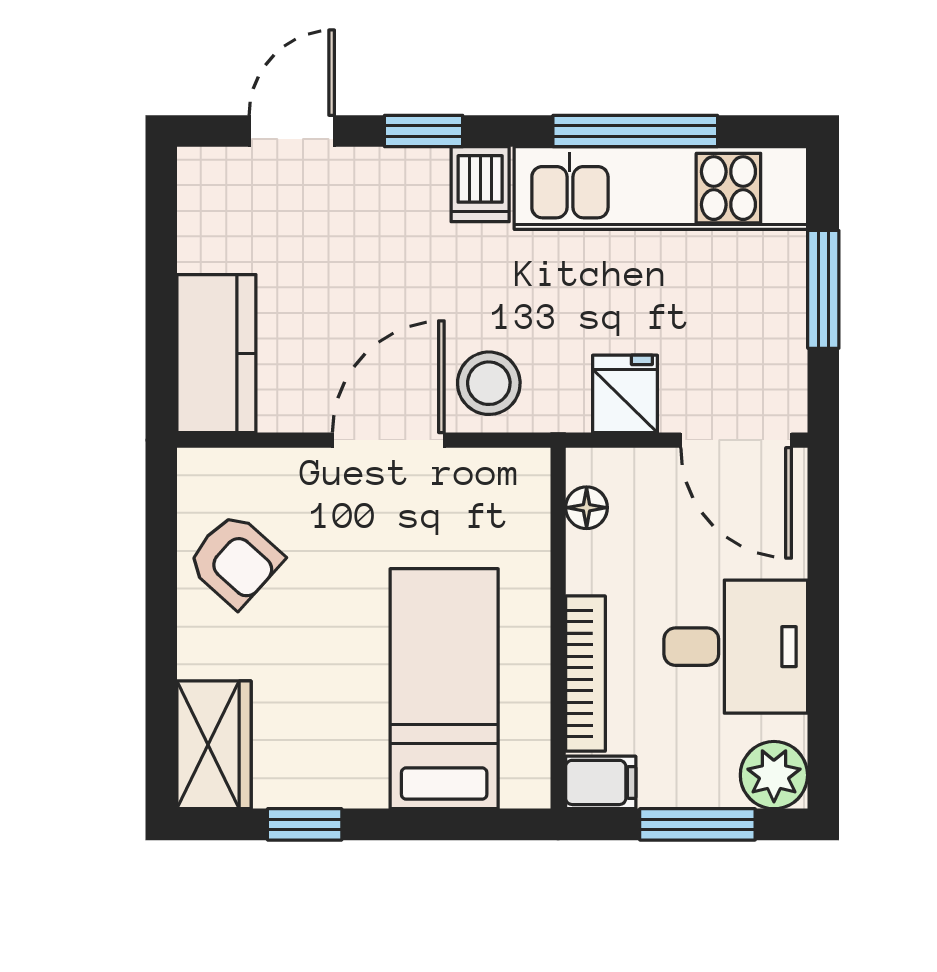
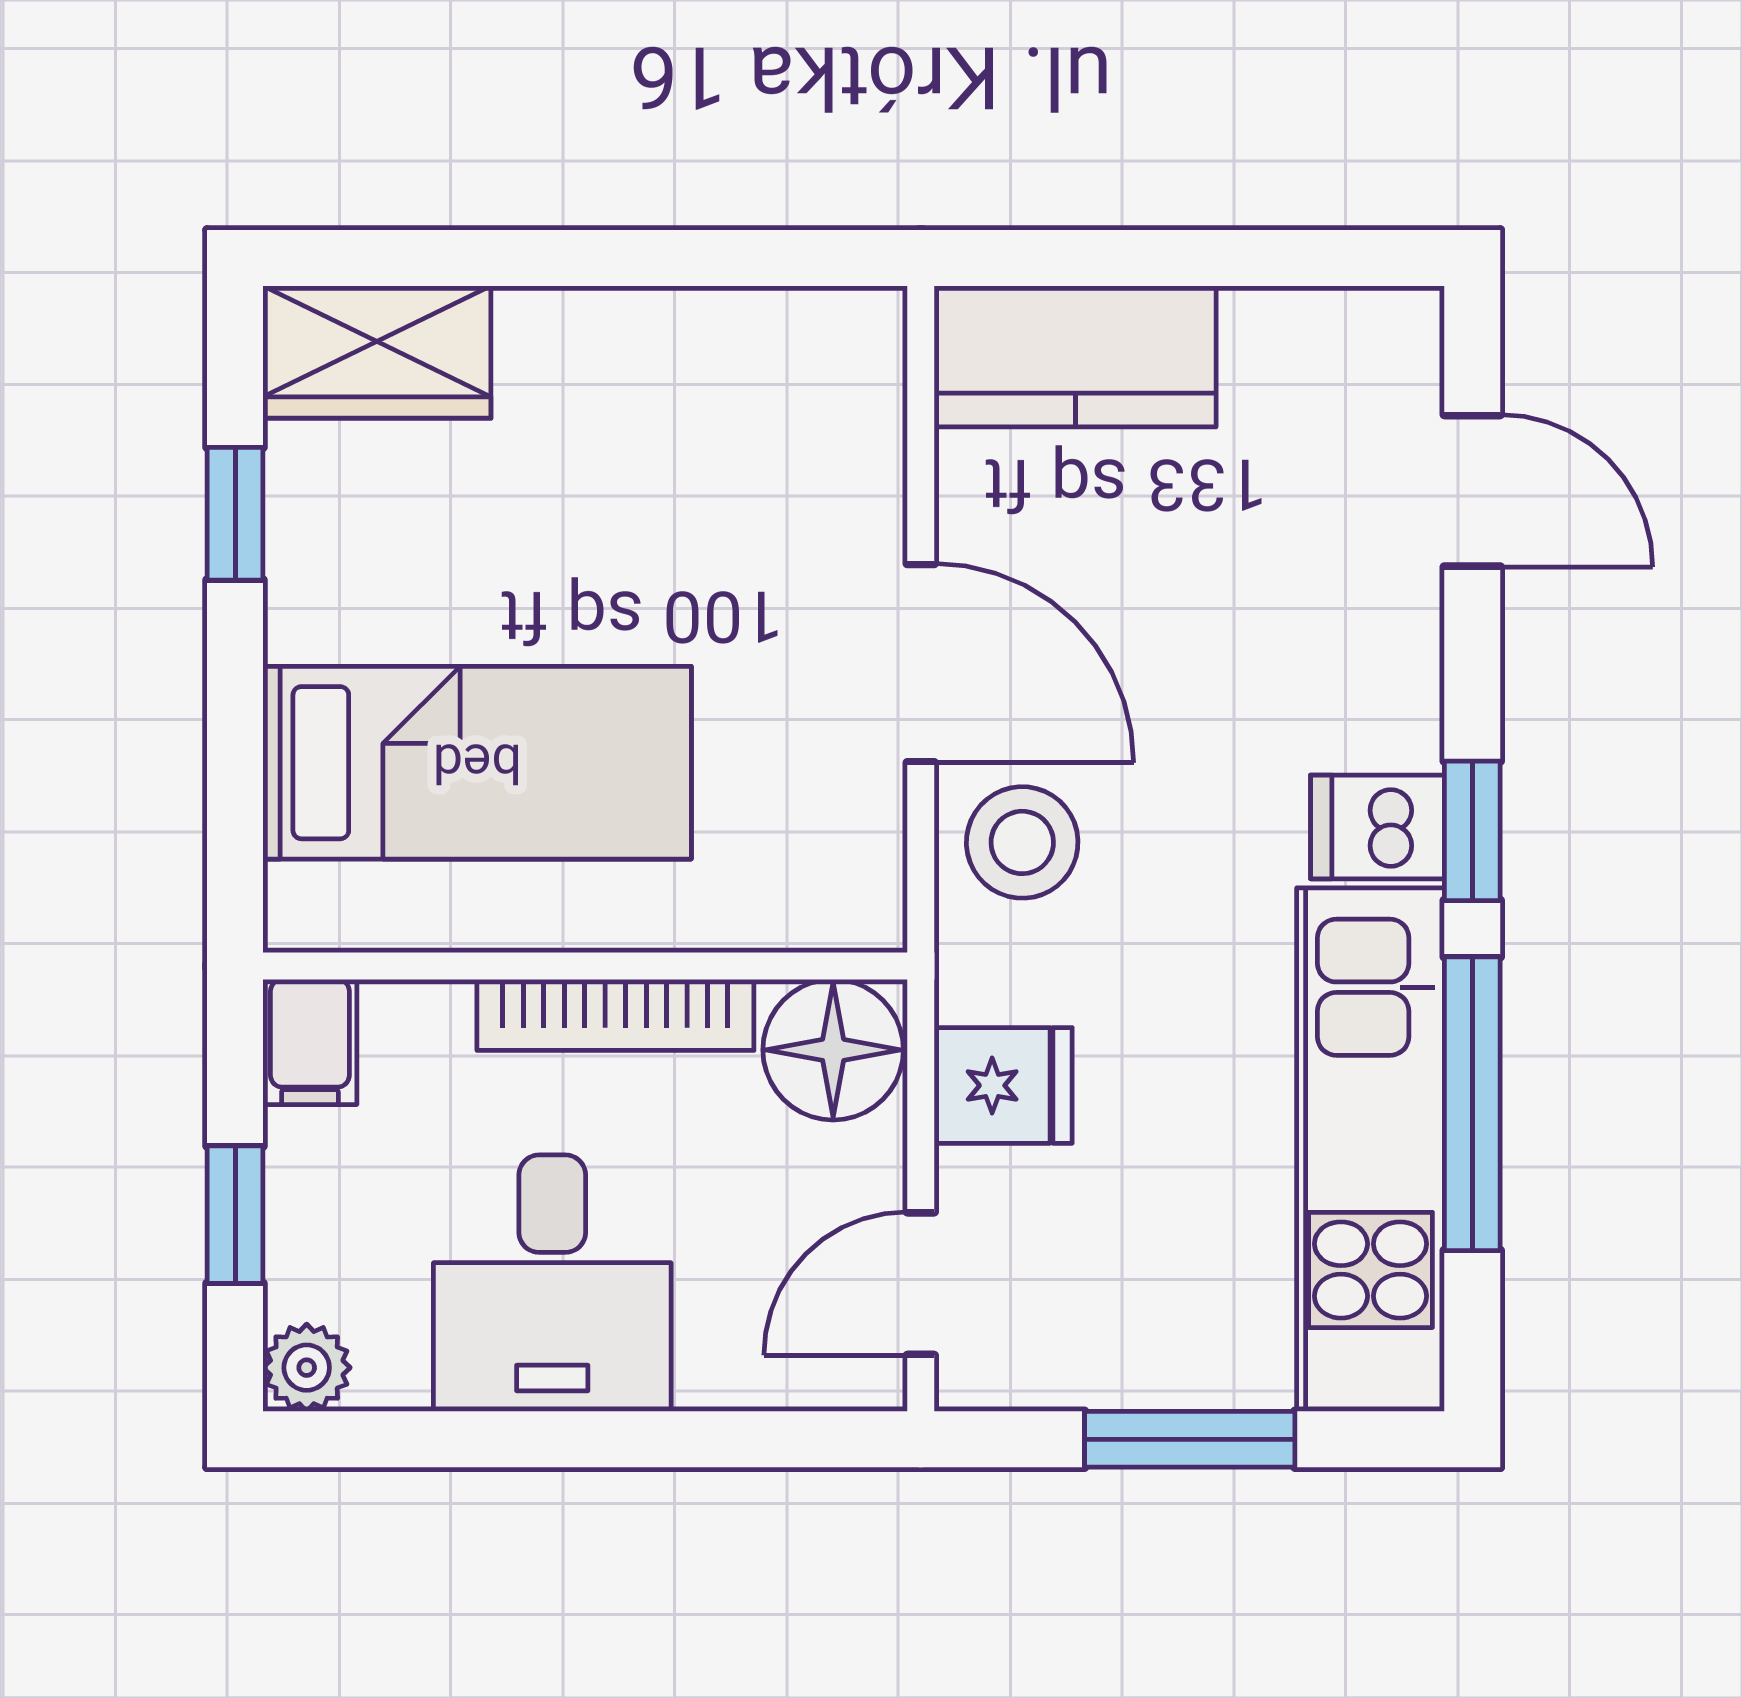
window: (424, 131) -> (1472, 831), moved
door: (736, 440) -> (921, 1284), width x0.73
floor lamp: (587, 508) -> (833, 1050), width x1.89, depth x1.89
armchair: (235, 560) -> (706, 390), removed
bookcase: (586, 674) -> (615, 1015), moved
plant: (774, 775) -> (307, 1368), width x0.73, depth x0.73
window: (697, 824) -> (235, 1215), width x0.67

